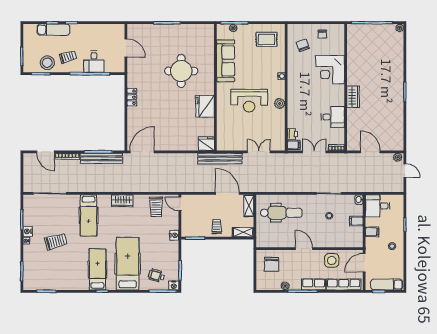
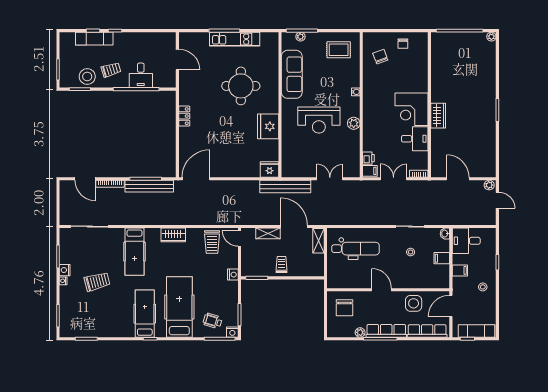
kitchen unit: (176, 30) -> (235, 39), added
corner desk: (330, 70) -> (411, 109), moved
shelving: (243, 232) -> (268, 233), moved
row of seats: (314, 284) -> (386, 331), width x1.48

